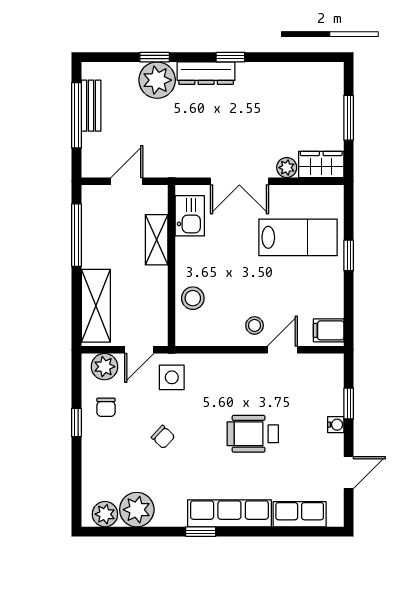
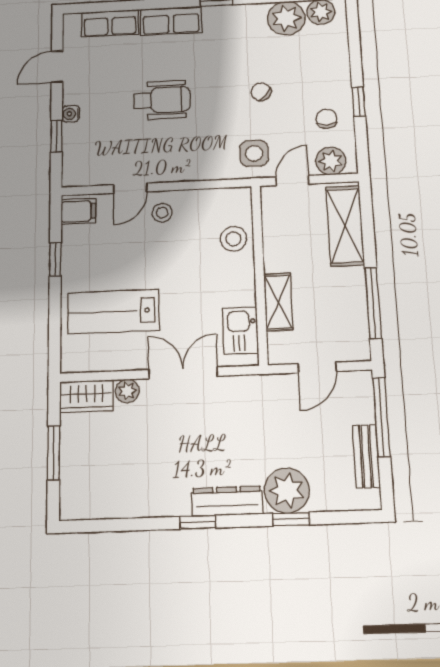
window: (76, 115) -> (381, 417), moved
window: (349, 255) -> (55, 259), moved
row of seats: (229, 513) -> (171, 21), width x0.68

